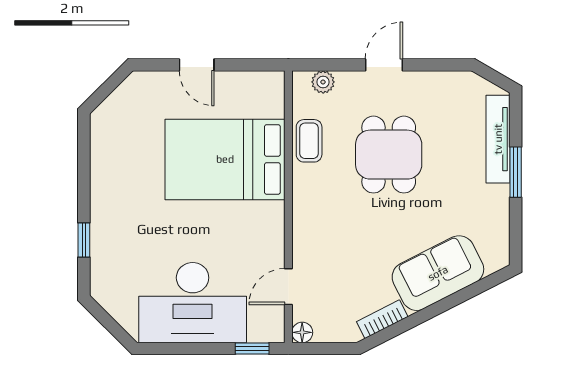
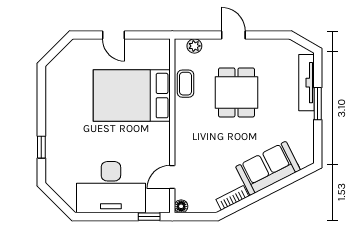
door: (384, 65) -> (233, 35), hinge flipped

